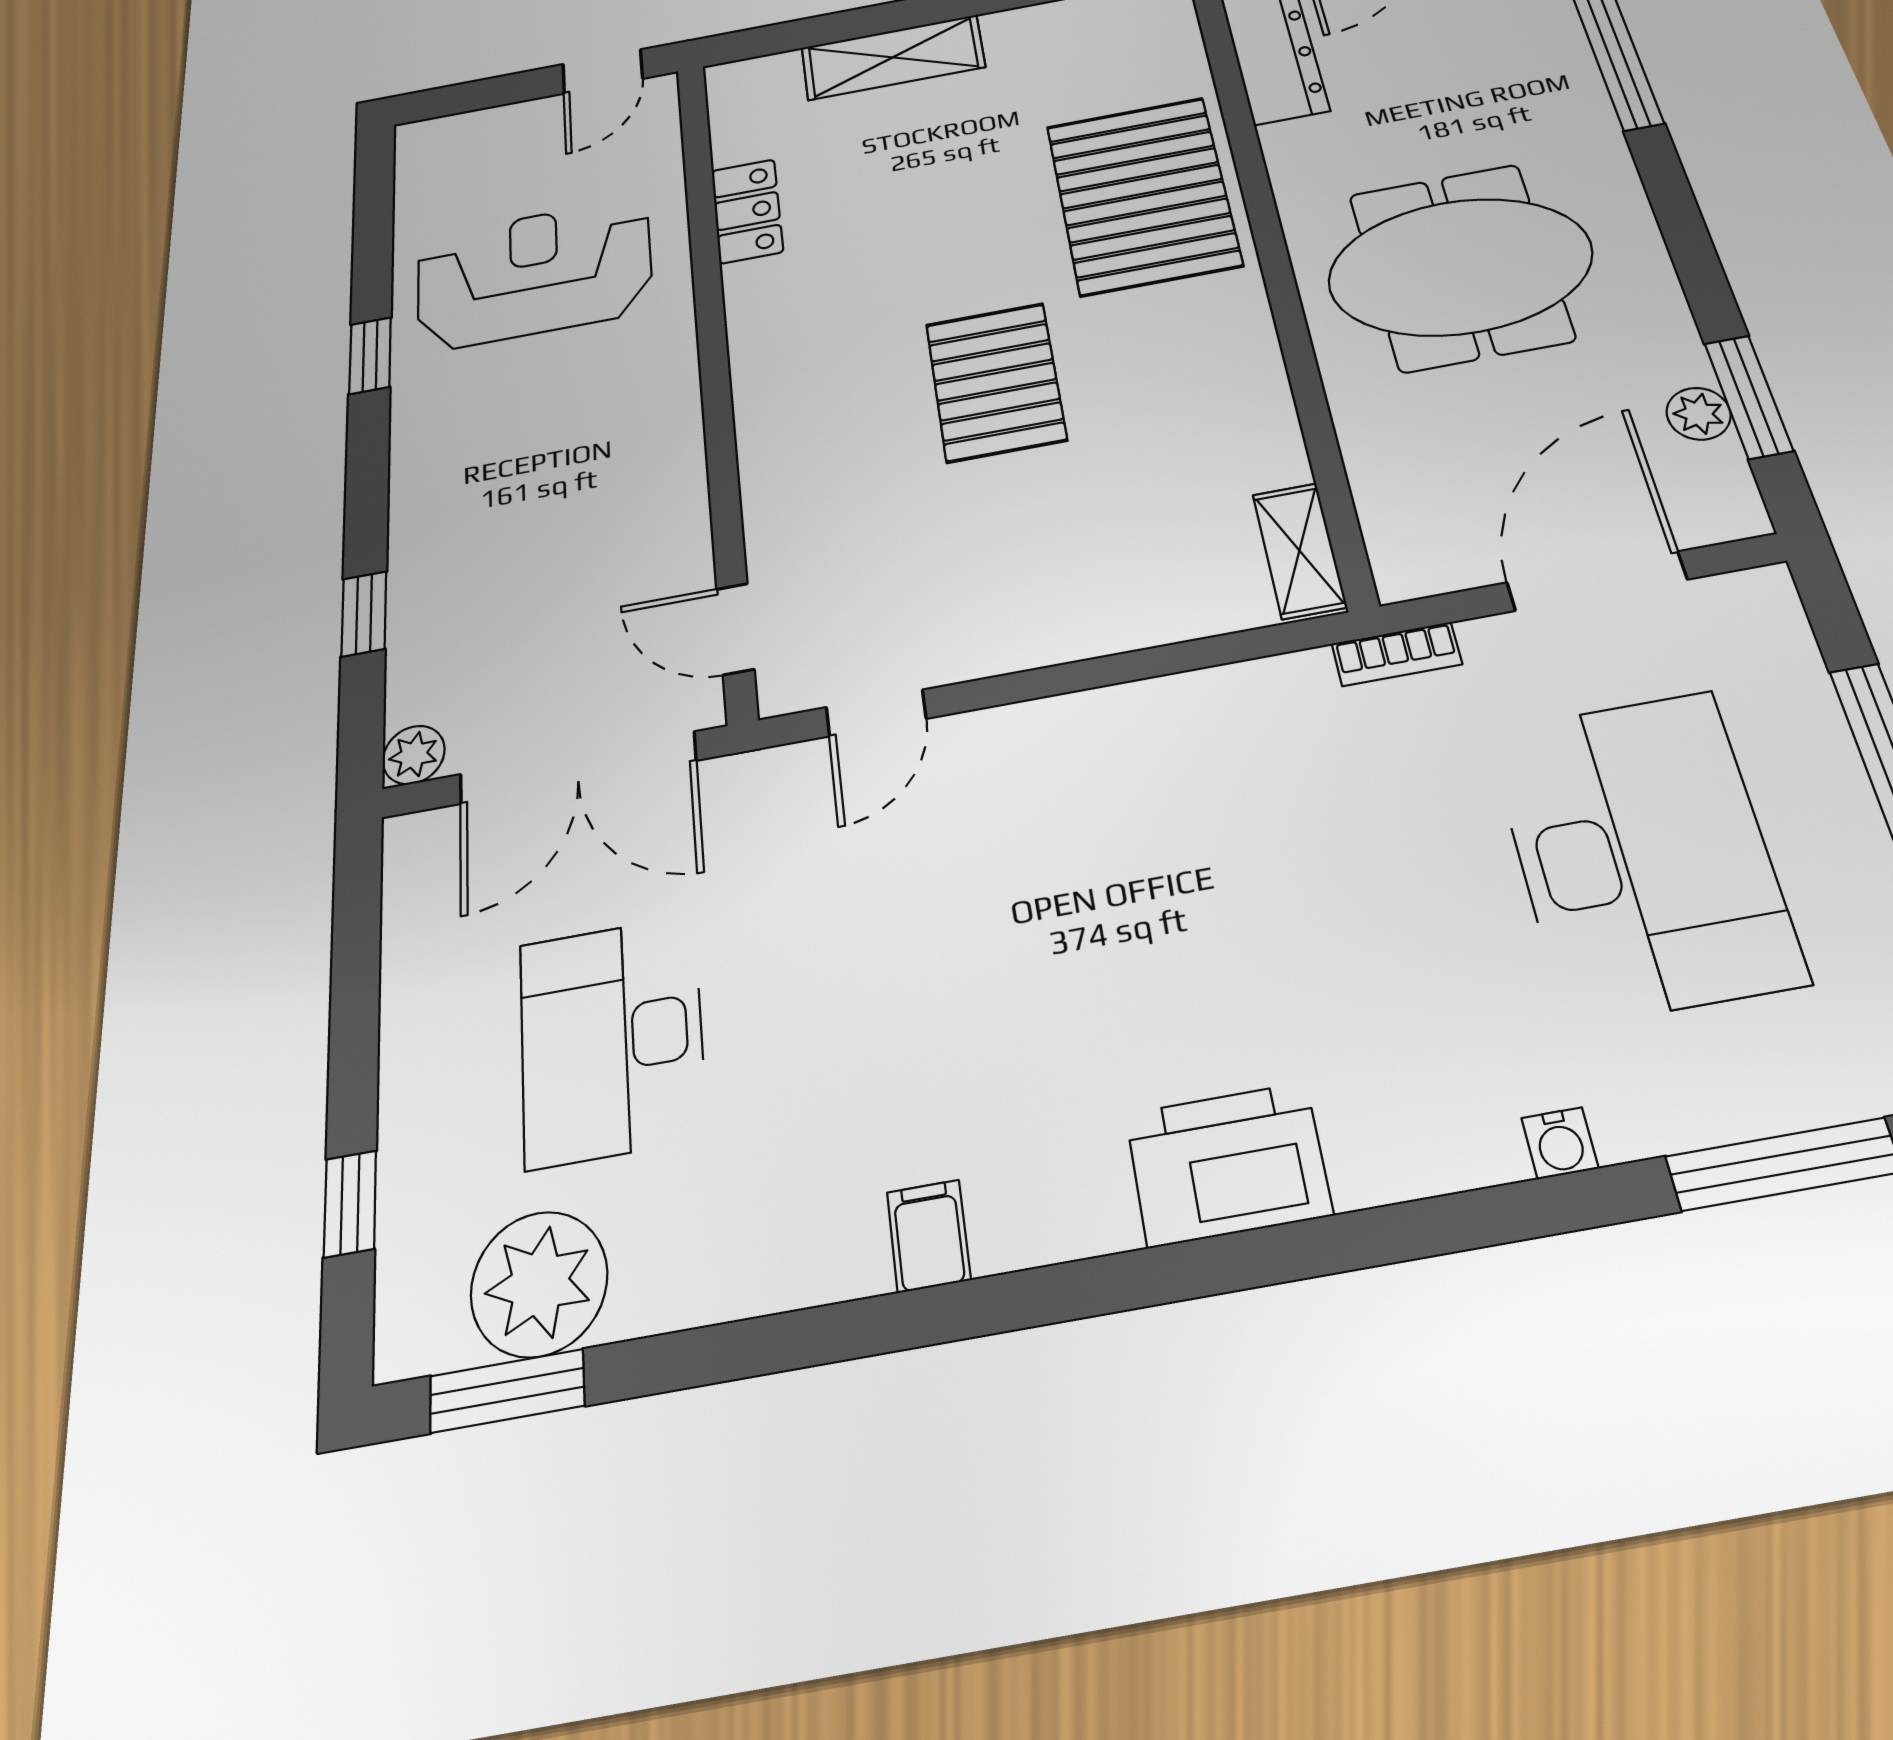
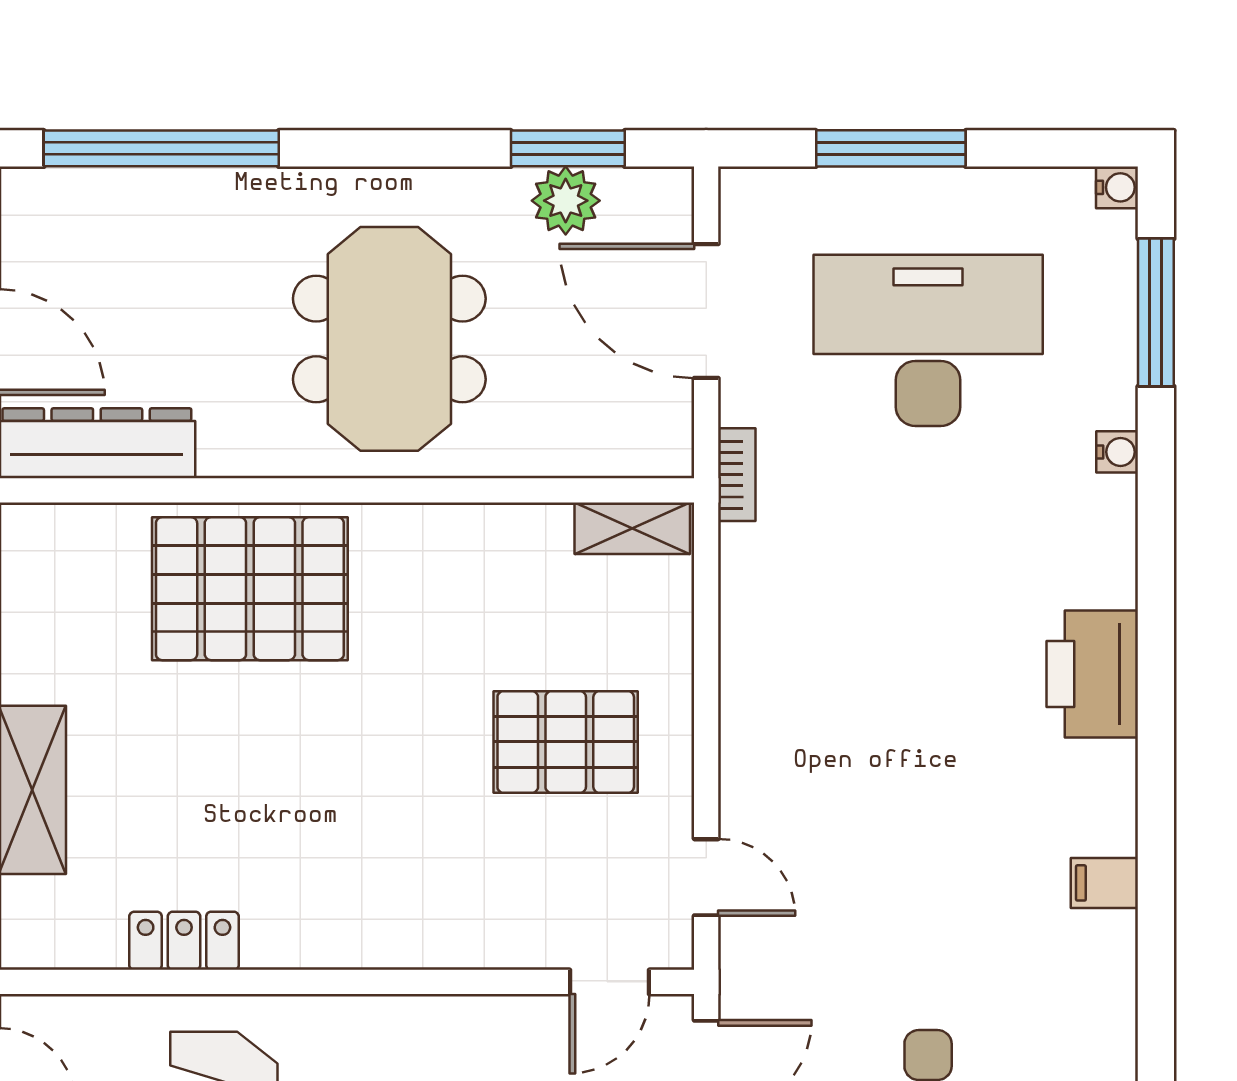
pallet: (996, 382) -> (566, 742), moved
plant: (1699, 414) -> (566, 201), width x1.38, depth x1.38

